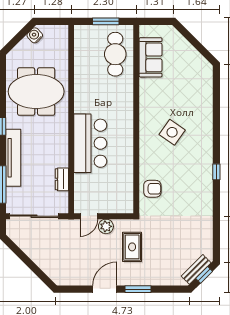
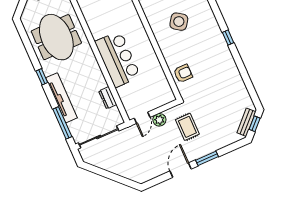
meeting table: (36, 92) -> (56, 37), turned 90

